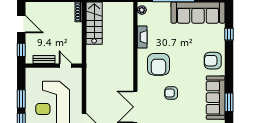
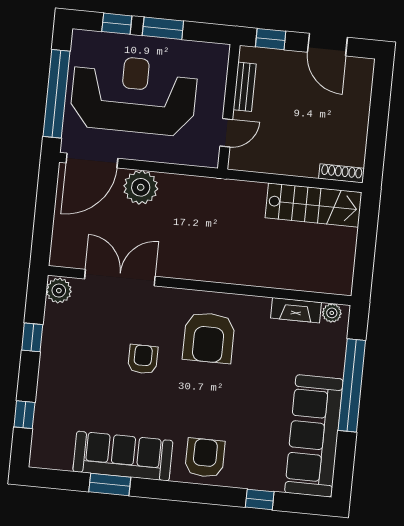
door: (21, 24) -> (327, 45), hinge flipped
fireplace: (142, 37) -> (296, 310), moved
armchair: (158, 64) -> (209, 338), turned -90
plant: (94, 102) -> (141, 187), added

